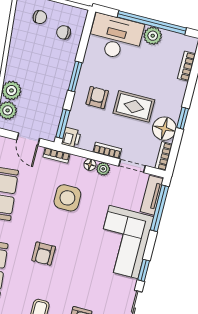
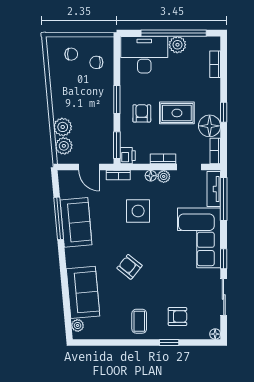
armchair: (44, 254) -> (130, 267), turned 129

